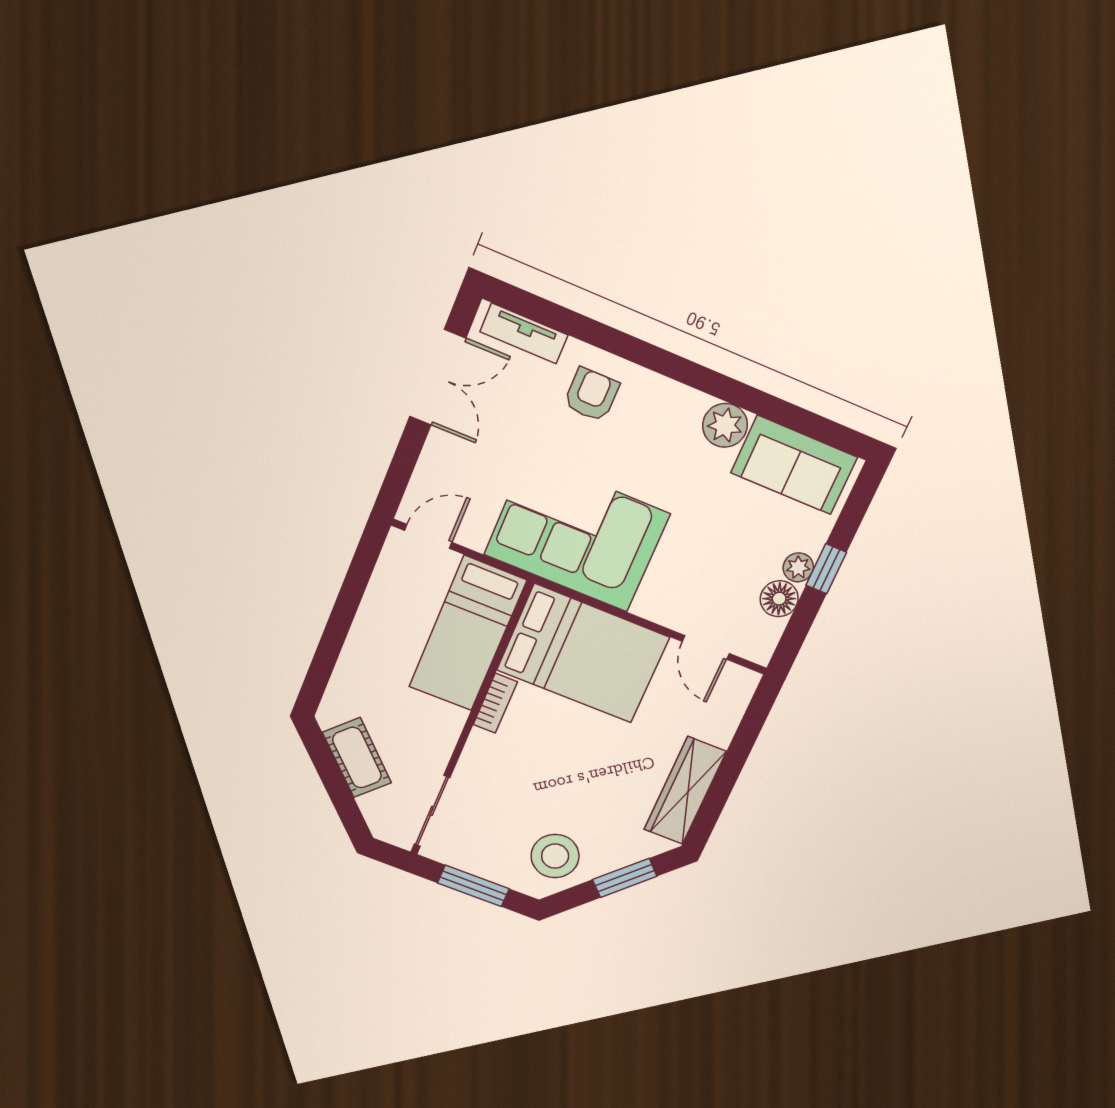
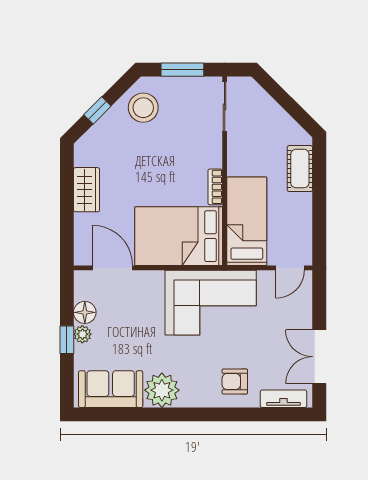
armchair: (592, 395) -> (235, 381), turned 90
plant: (725, 425) -> (162, 390), width x1.36, depth x1.36
door: (706, 647) -> (113, 268), width x1.38
cot: (357, 758) -> (300, 169), moved, turned 45
wardrobe: (685, 791) -> (86, 190), width x0.67
window: (625, 878) -> (97, 110), width x0.67

